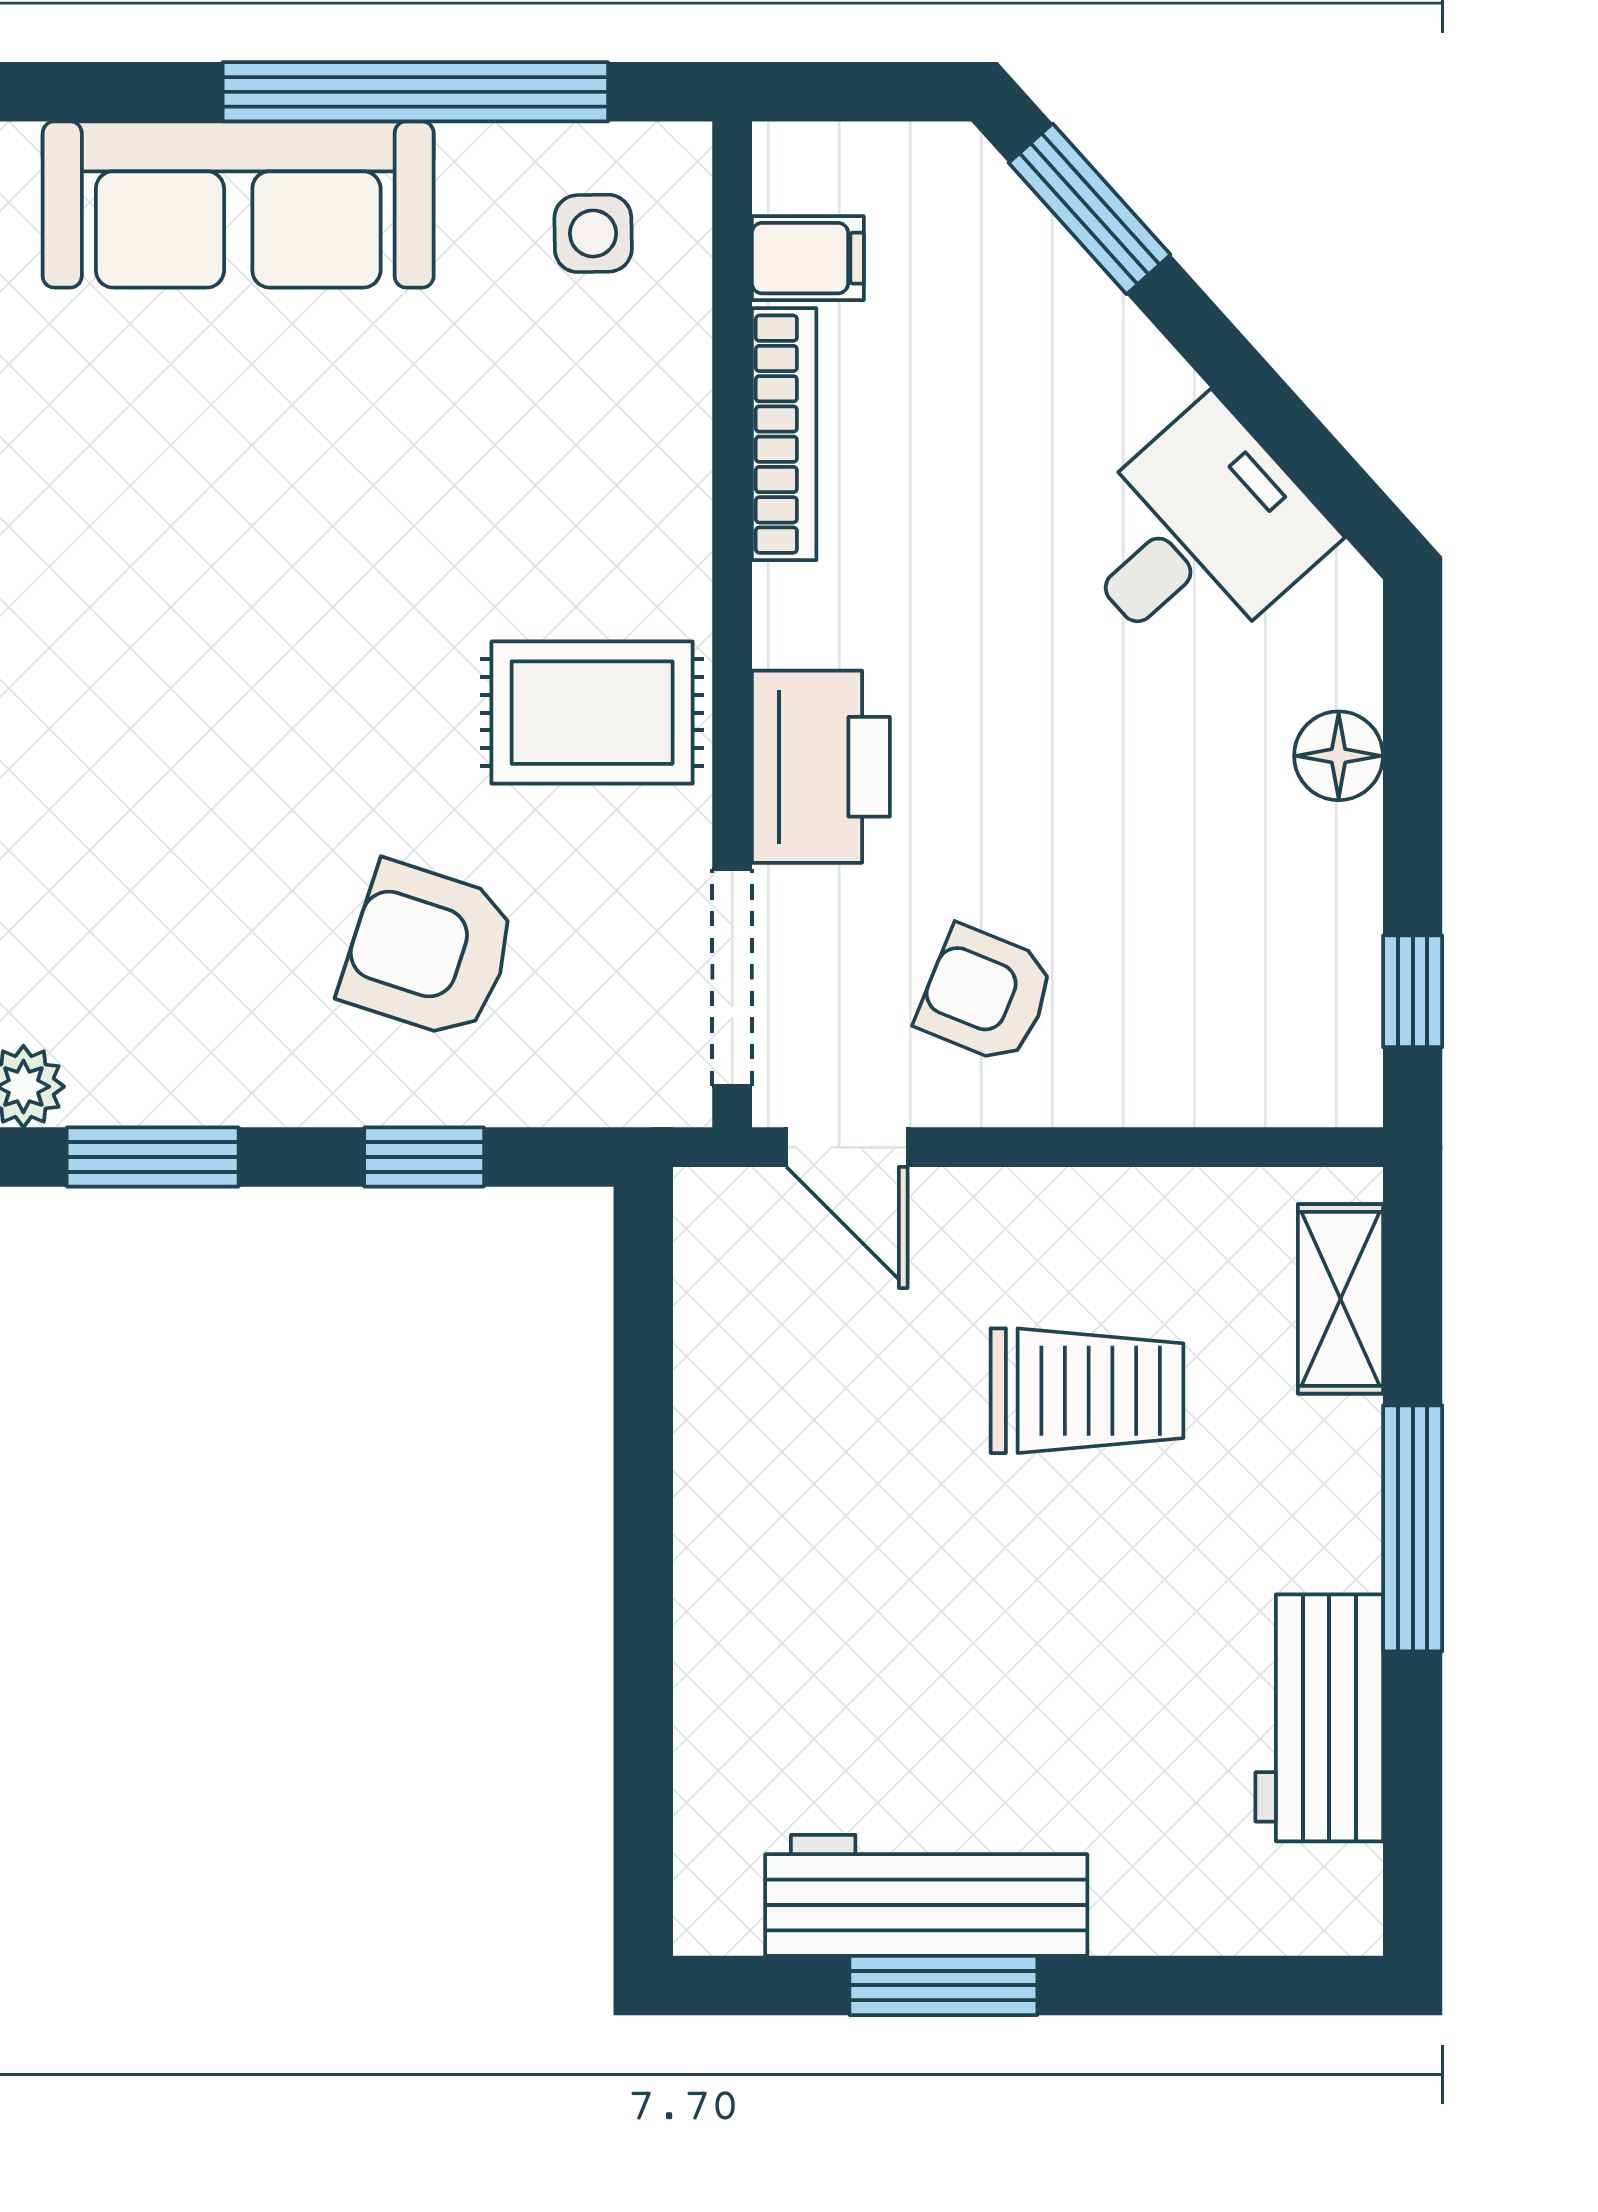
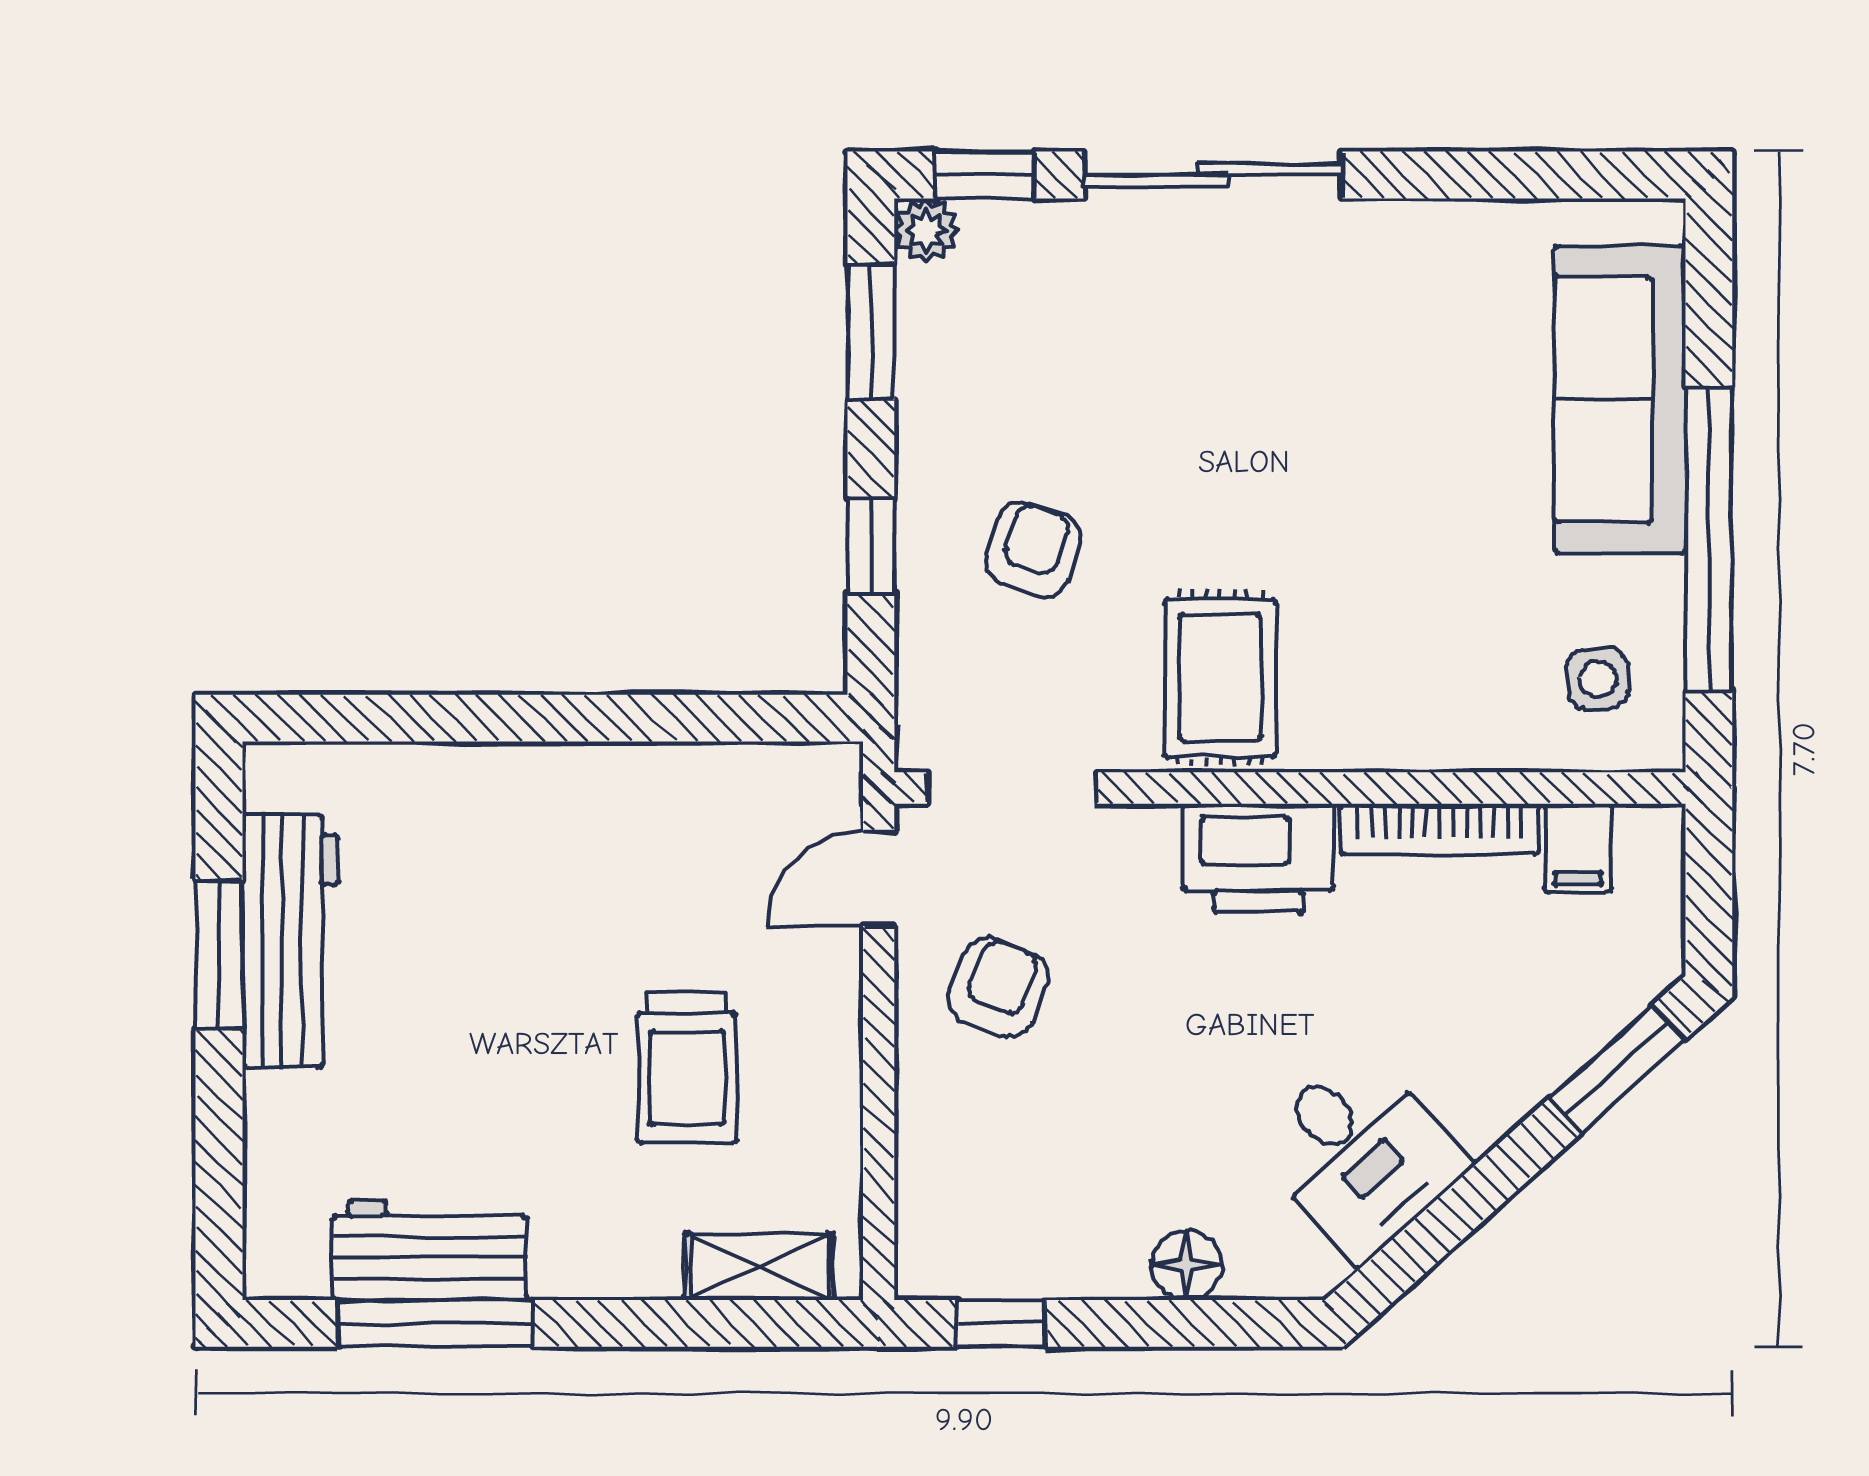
printer: (821, 767) -> (1259, 858), moved
armchair: (429, 950) -> (1033, 549), width x0.72, depth x0.72
window: (1413, 1528) -> (435, 1323), moved

